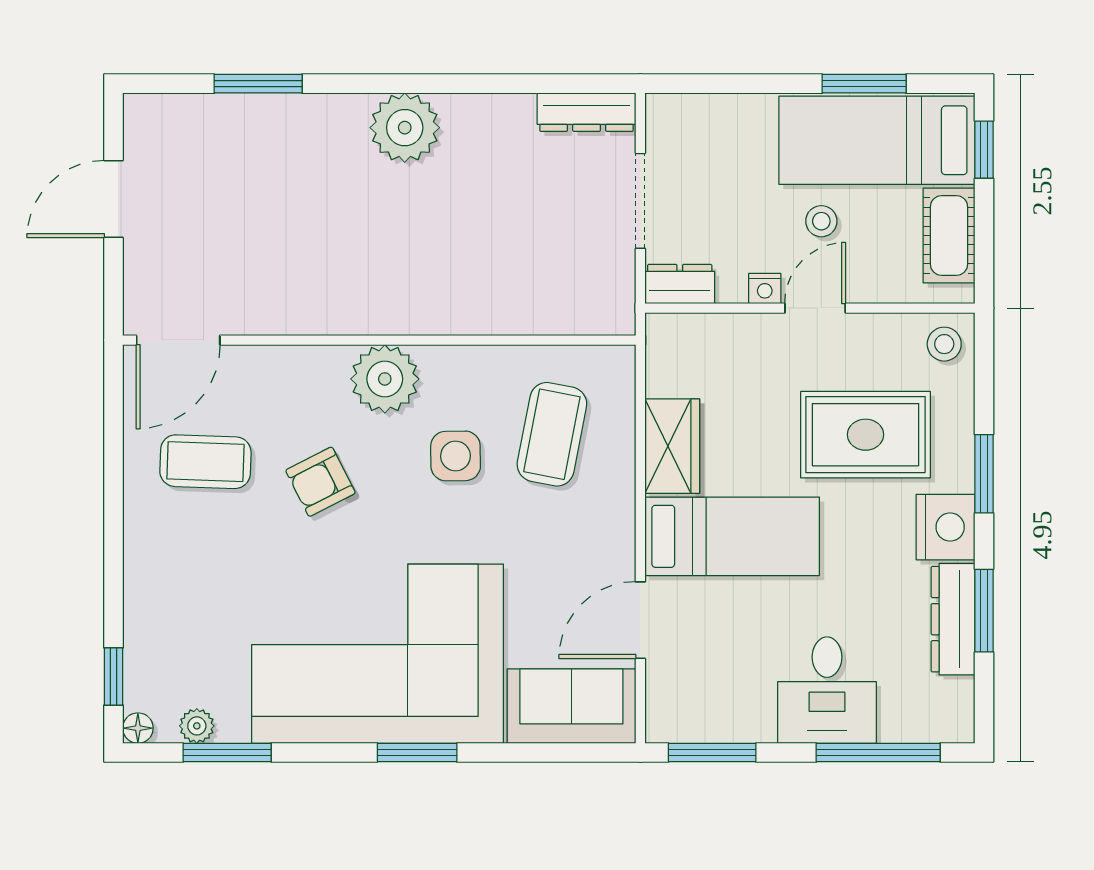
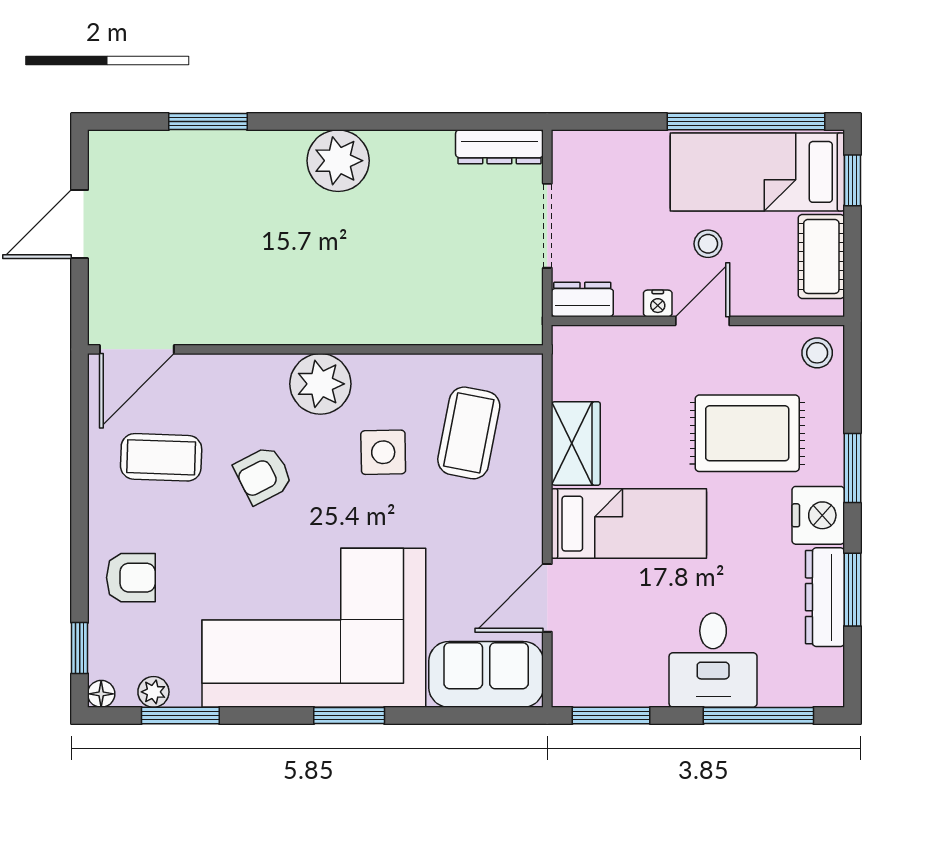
window: (864, 84) -> (746, 122), width x2.11
armchair: (171, 597) -> (131, 578), added

